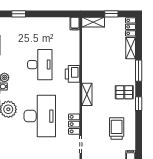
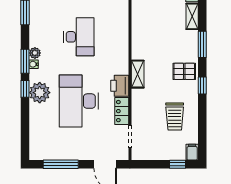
printer: (73, 74) -> (120, 86), moved
desk: (40, 116) -> (79, 101), turned 180
trolley: (117, 128) -> (175, 117), turned 180

